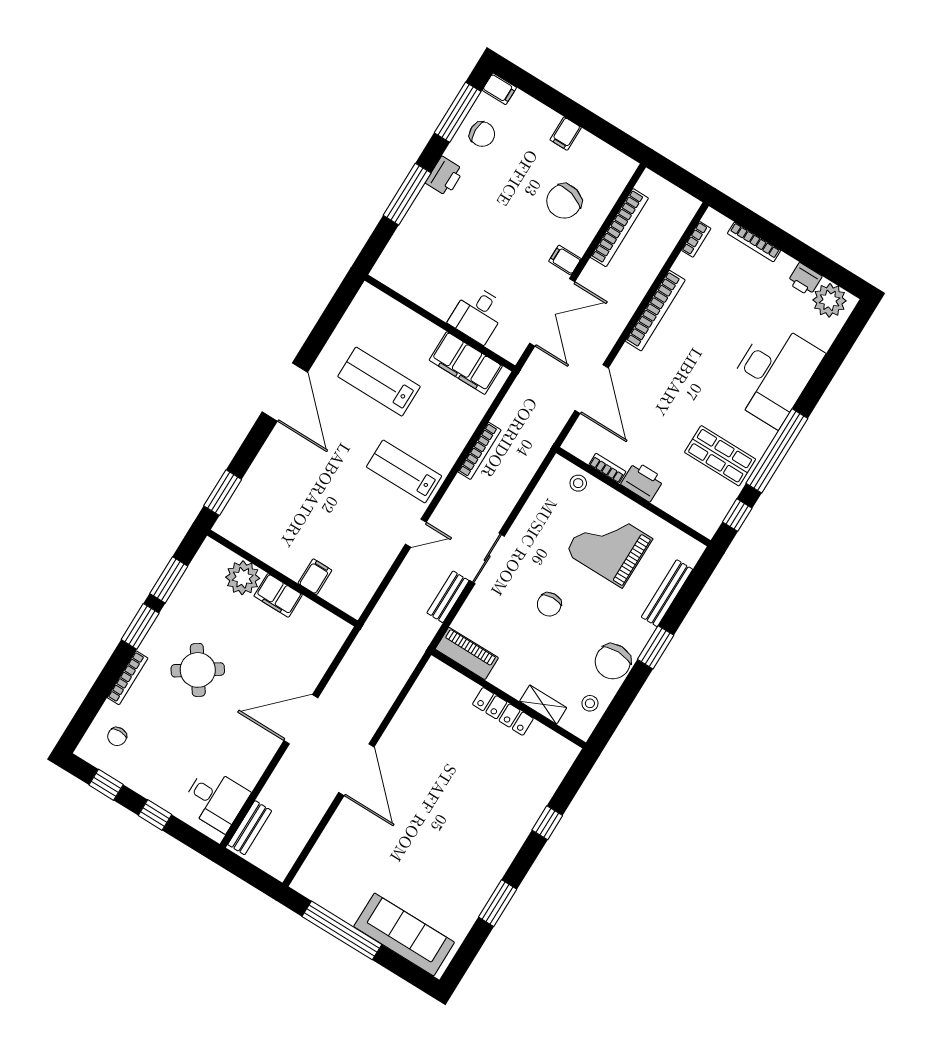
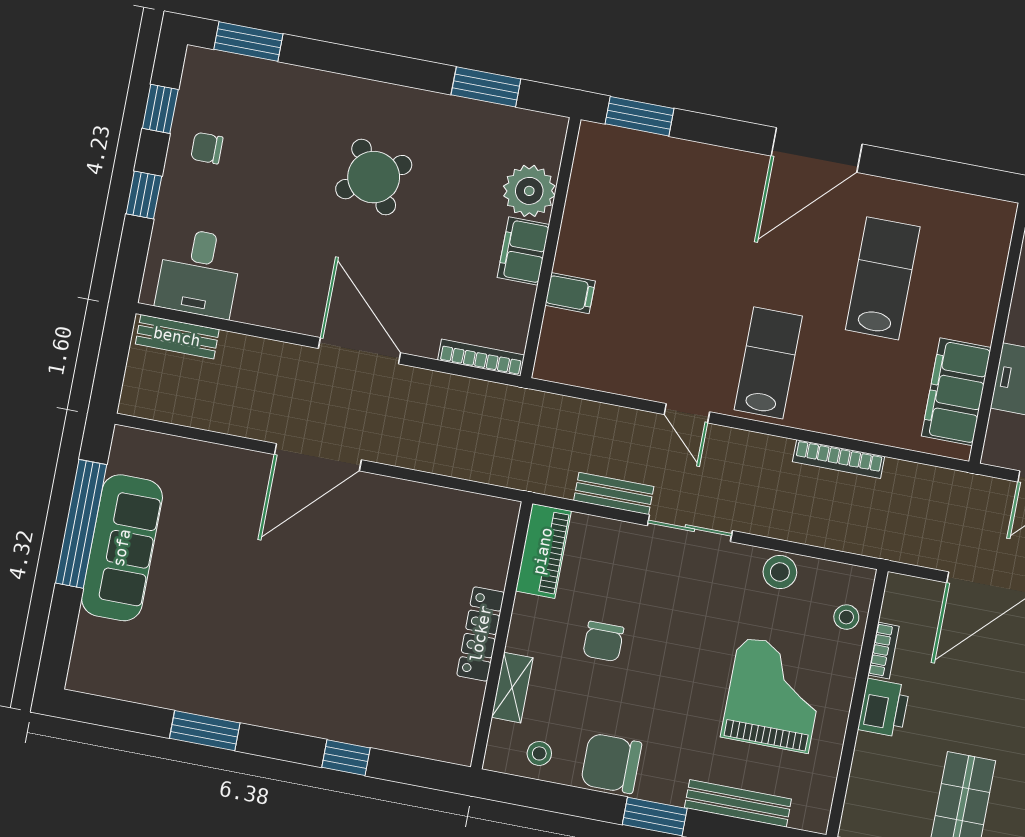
stool: (535, 513) -> (780, 572), added
chair: (549, 604) -> (603, 641), moved, turned -87
window: (140, 626) -> (248, 42), moved
bookcase: (128, 678) -> (481, 358), moved, turned 180
chair: (117, 736) -> (207, 148), moved
sofa: (404, 934) -> (122, 548), moved

